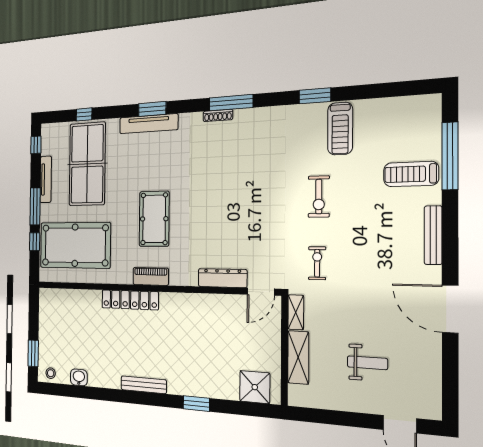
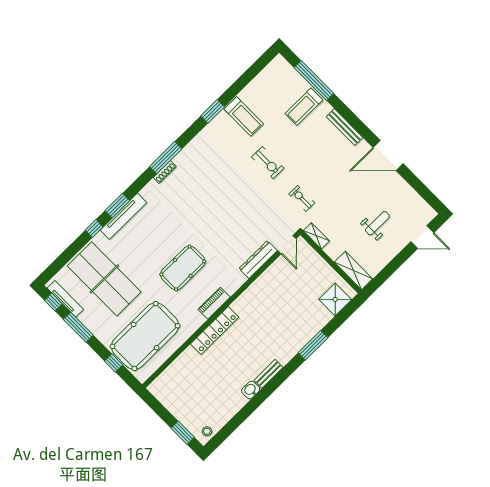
window: (84, 114) -> (94, 229), moved
tv unit: (46, 179) -> (65, 299), moved
window: (35, 206) -> (78, 327), moved
pool table: (154, 219) -> (183, 268), turned 90
shelving: (298, 357) -> (353, 270), moved
washbasin: (79, 377) -> (251, 390), moved
bench: (144, 385) -> (269, 374), width x0.73
window: (196, 404) -> (313, 345), width x1.44

